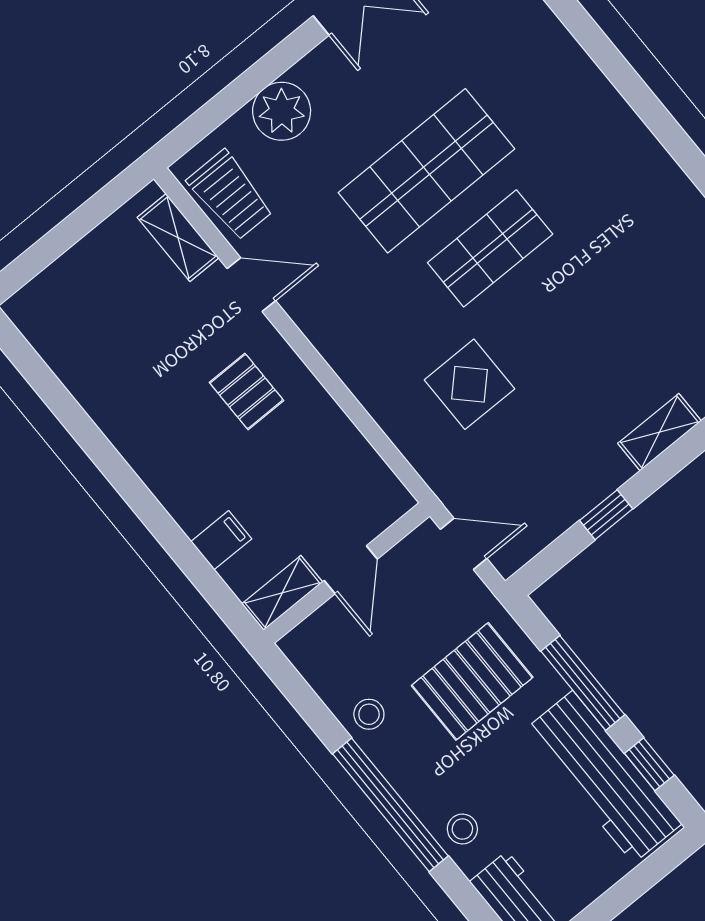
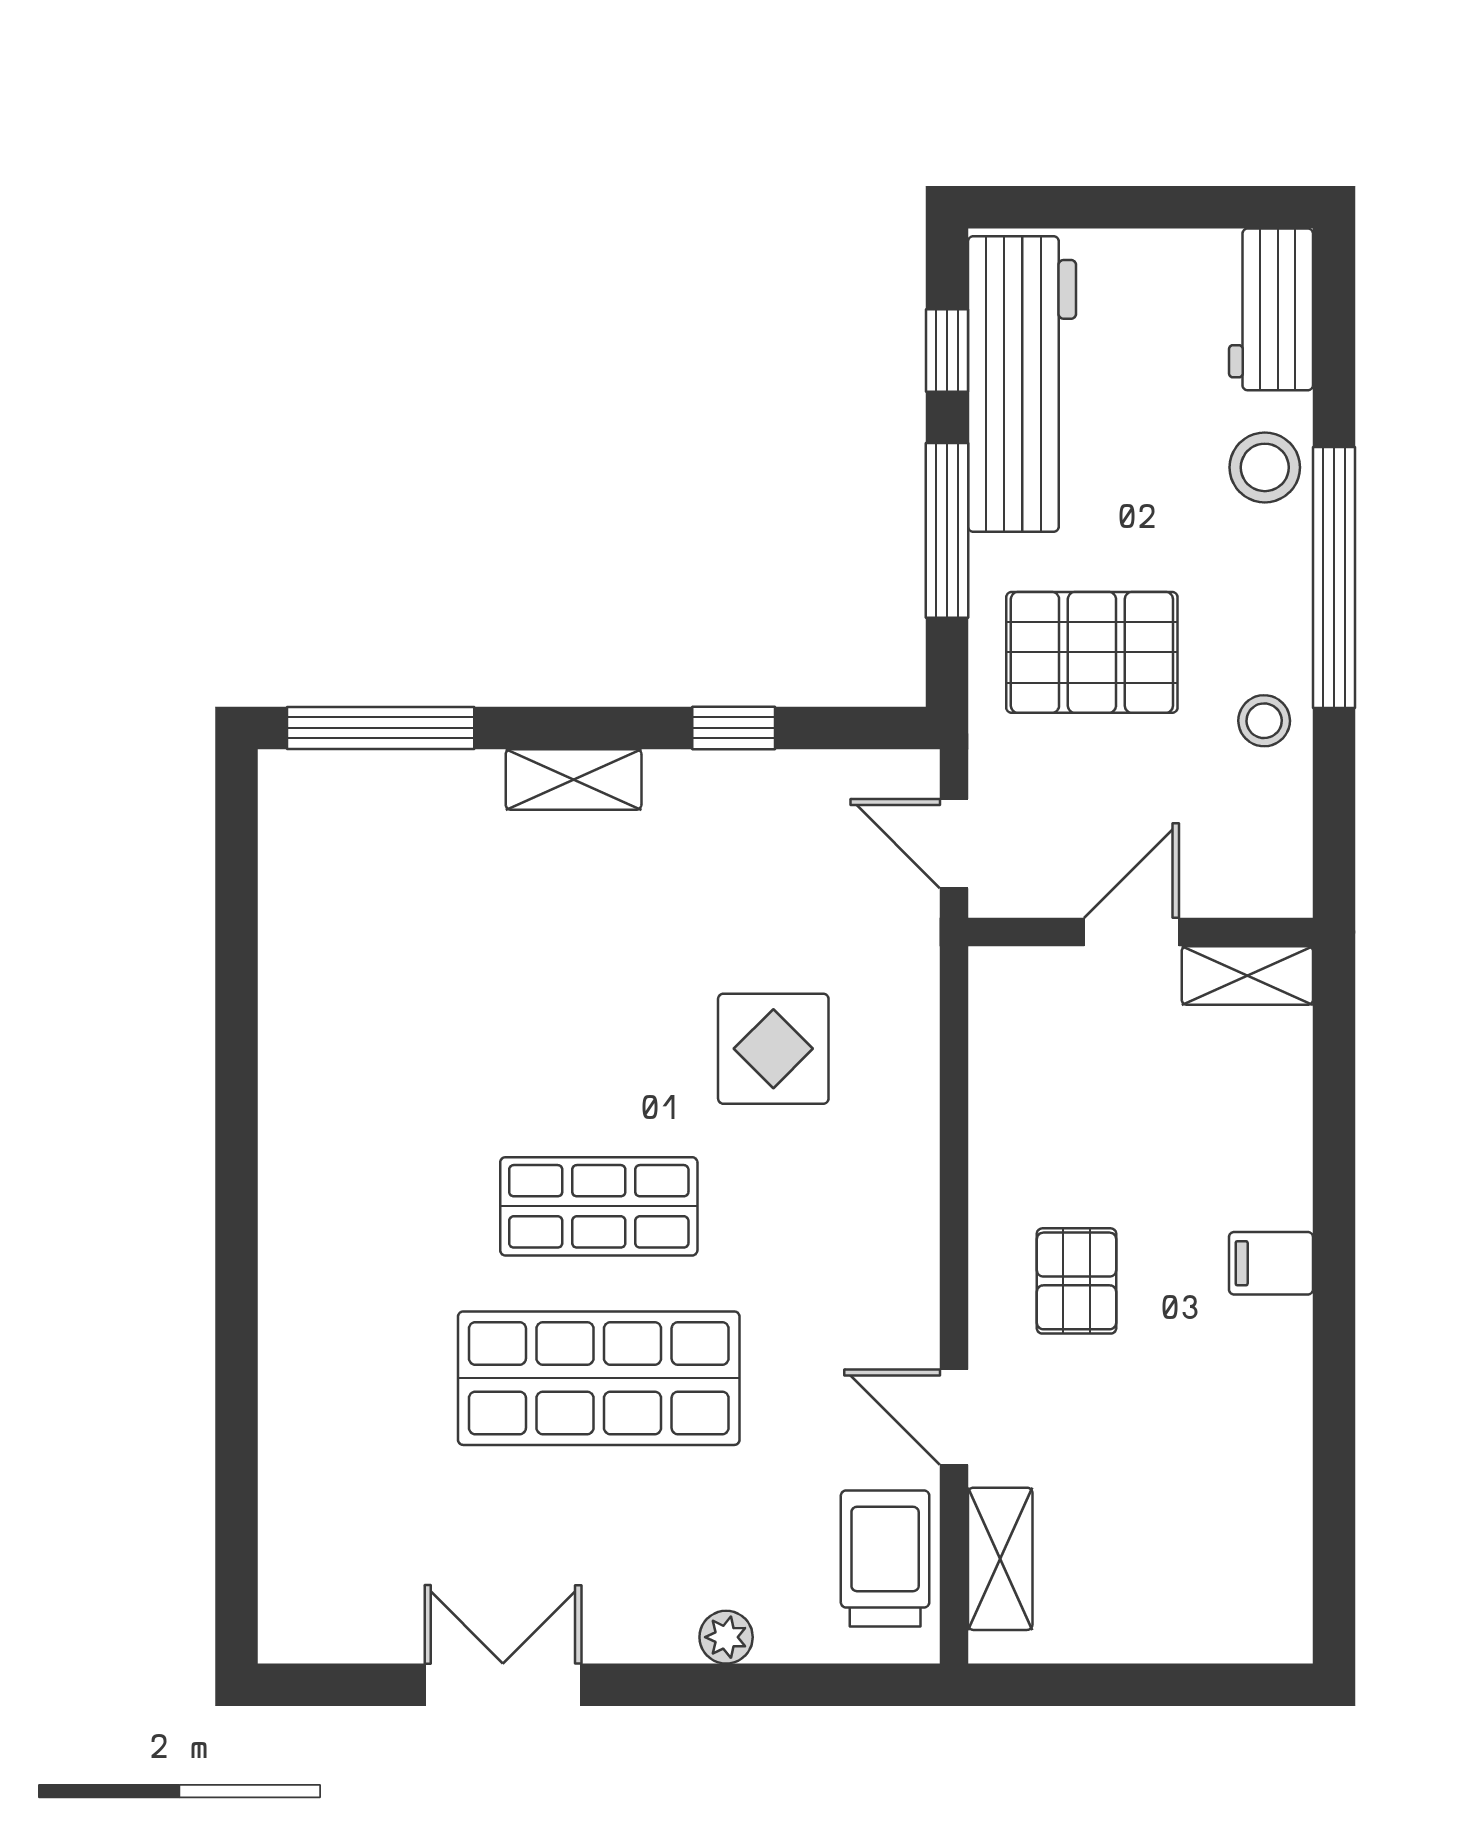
plant: (282, 111) -> (726, 1637), width x0.53, depth x0.53
filing cabinet: (221, 540) -> (1271, 1263), moved
stool: (462, 829) -> (1265, 467), width x1.37, depth x1.37

